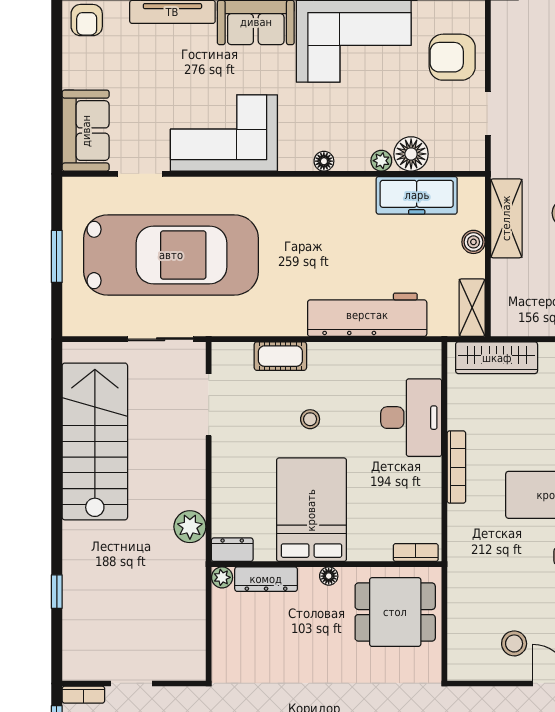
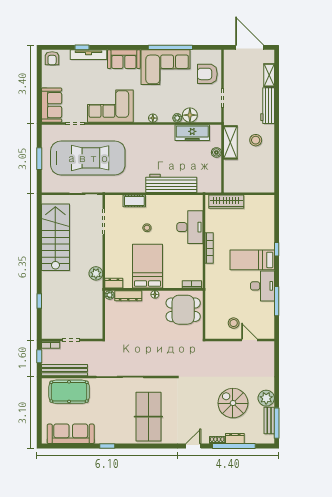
shelving: (472, 308) -> (216, 180), removed

